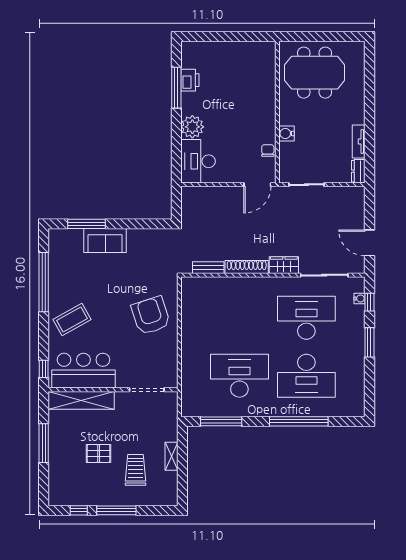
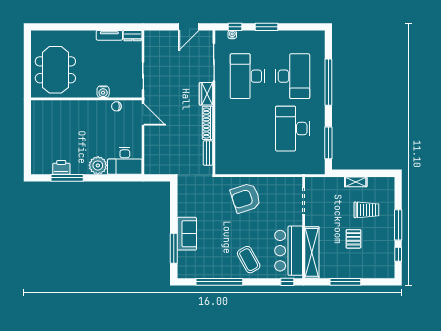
trolley: (136, 470) -> (366, 210), turned 180

